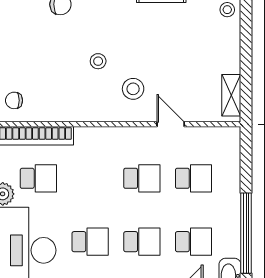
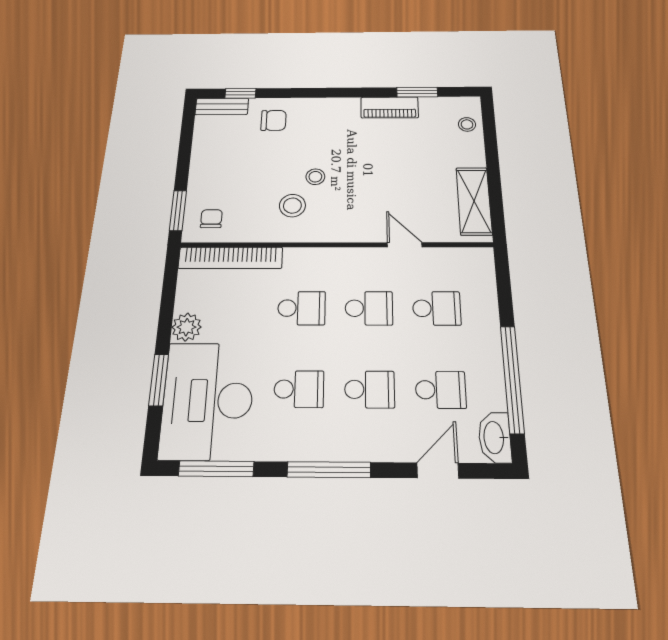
stool: (133, 89) -> (292, 206), moved
shelving: (231, 95) -> (474, 201), width x1.50, depth x1.33
chair: (14, 100) -> (211, 219), turned 90
school desk: (38, 178) -> (302, 308), moved

